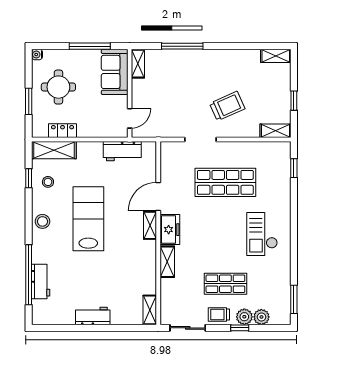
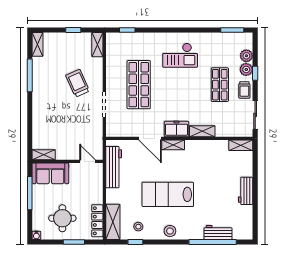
window: (182, 46) -> (30, 75), moved
locker: (63, 131) -> (97, 221), width x1.53
workbench: (122, 151) -> (114, 167), width x1.38

